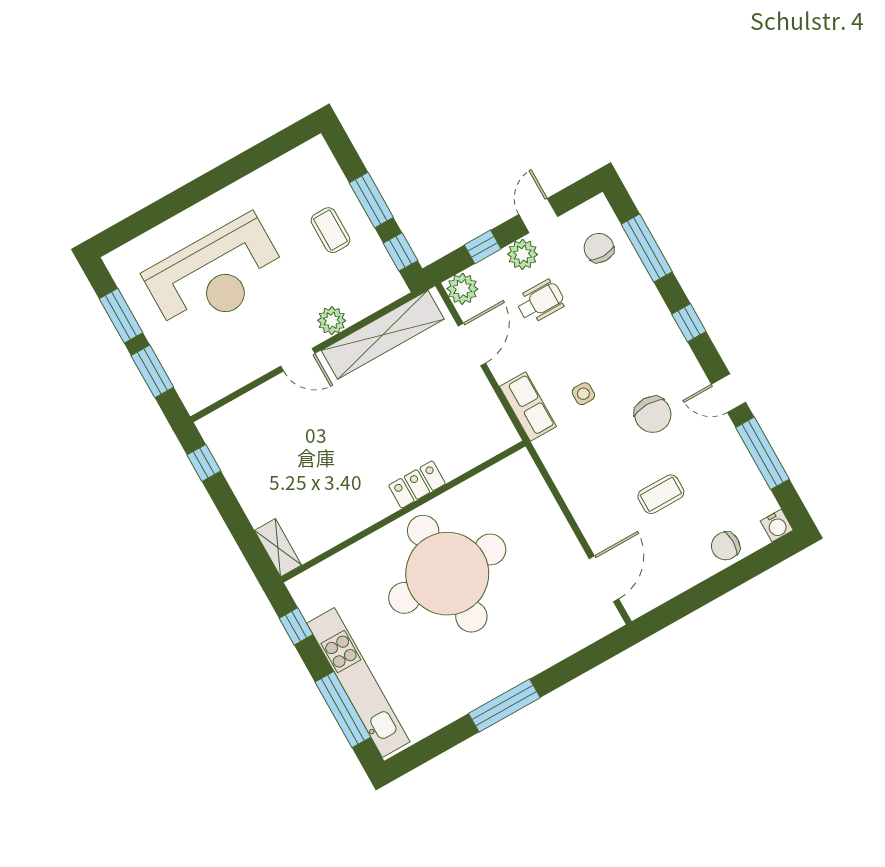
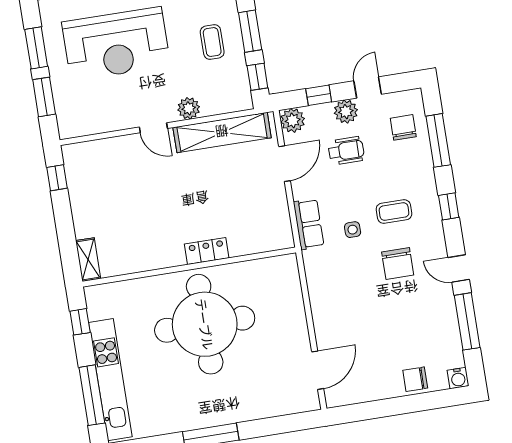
coffee table: (661, 494) -> (394, 212), moved

